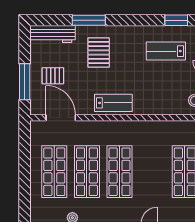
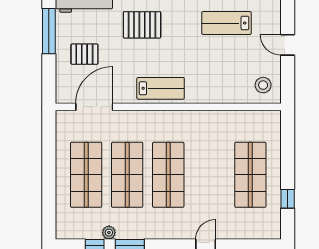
pallet: (99, 53) -> (142, 25), turned 90
window: (25, 82) -> (49, 31), moved
door: (61, 118) -> (94, 107), hinge flipped

